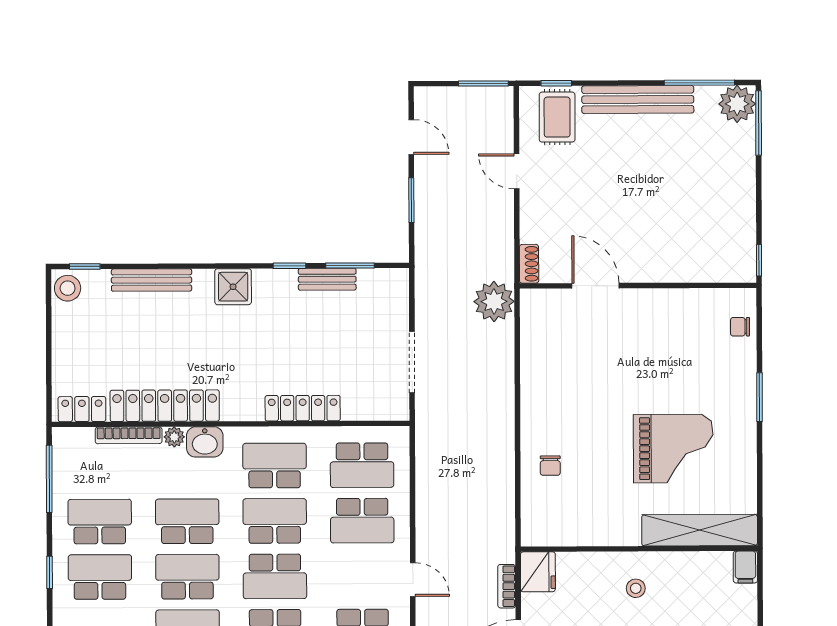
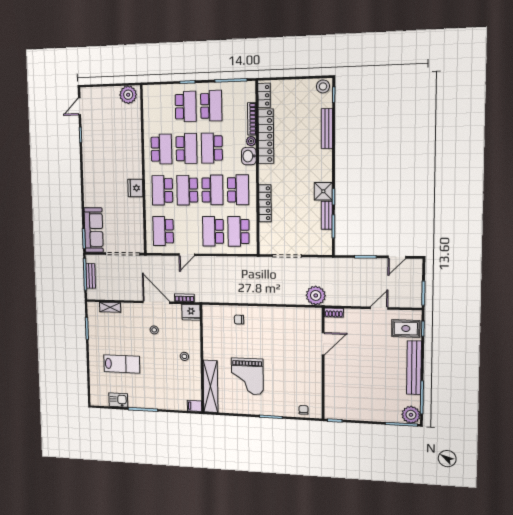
shower: (233, 287) -> (323, 191), moved
school desk: (187, 521) -> (212, 148), turned 180

